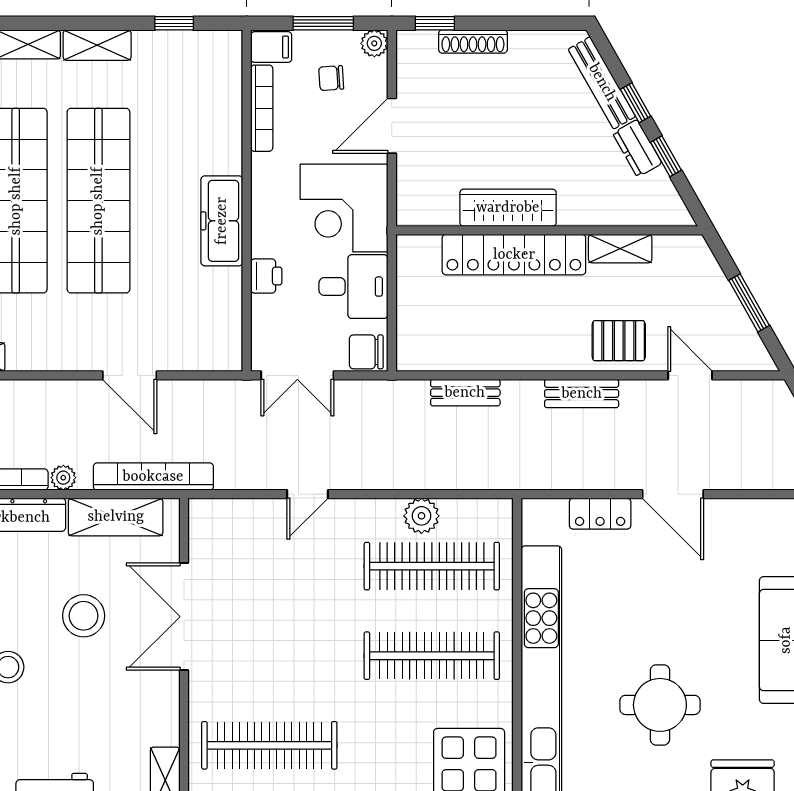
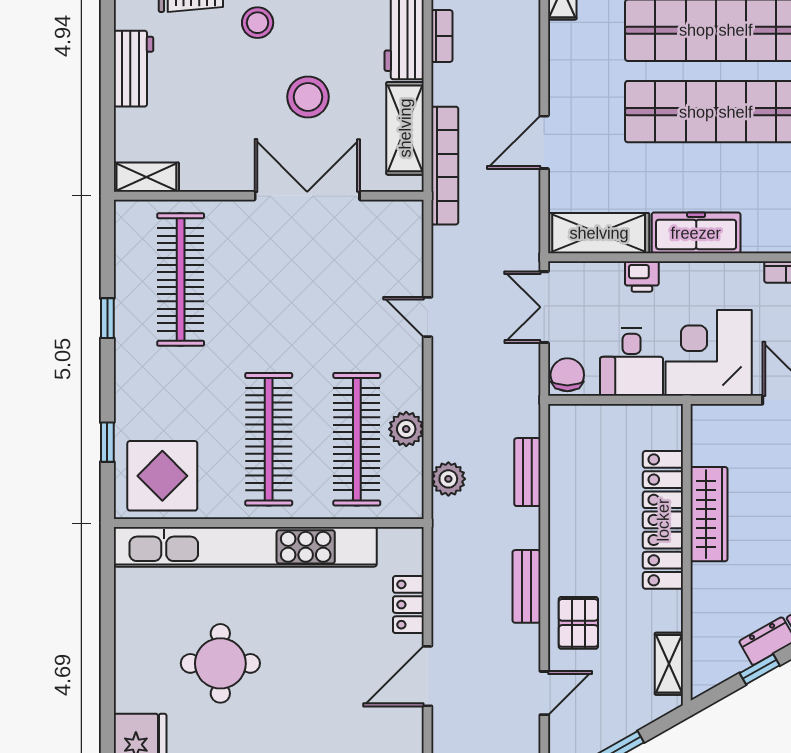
shelving: (620, 249) -> (669, 664), moved
shelving: (222, 320) -> (599, 233), added
plant: (63, 478) -> (448, 479), moved, width x1.38, depth x1.38

